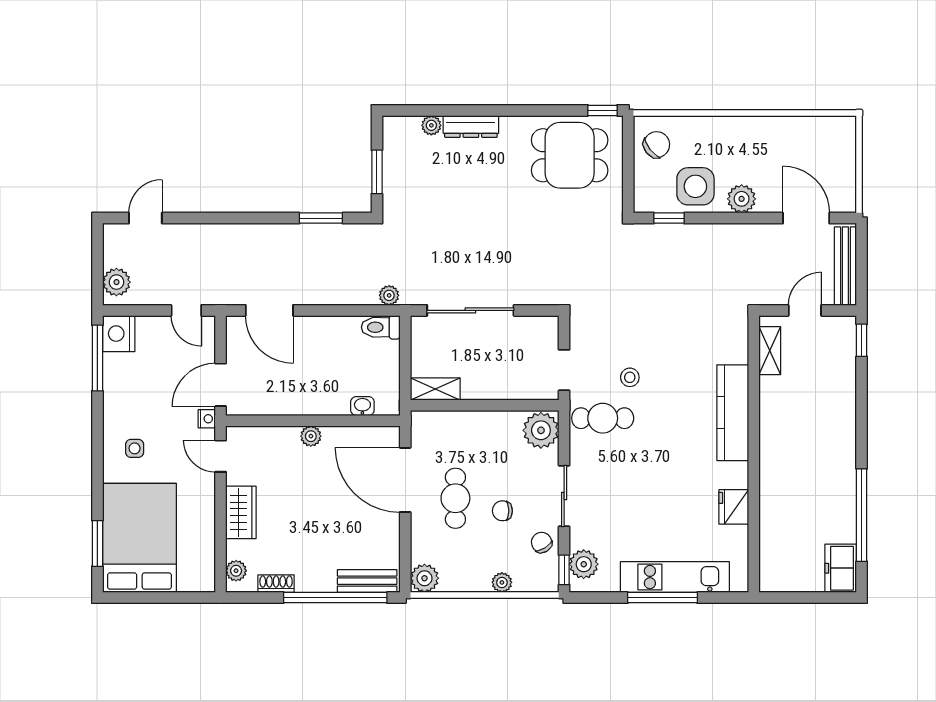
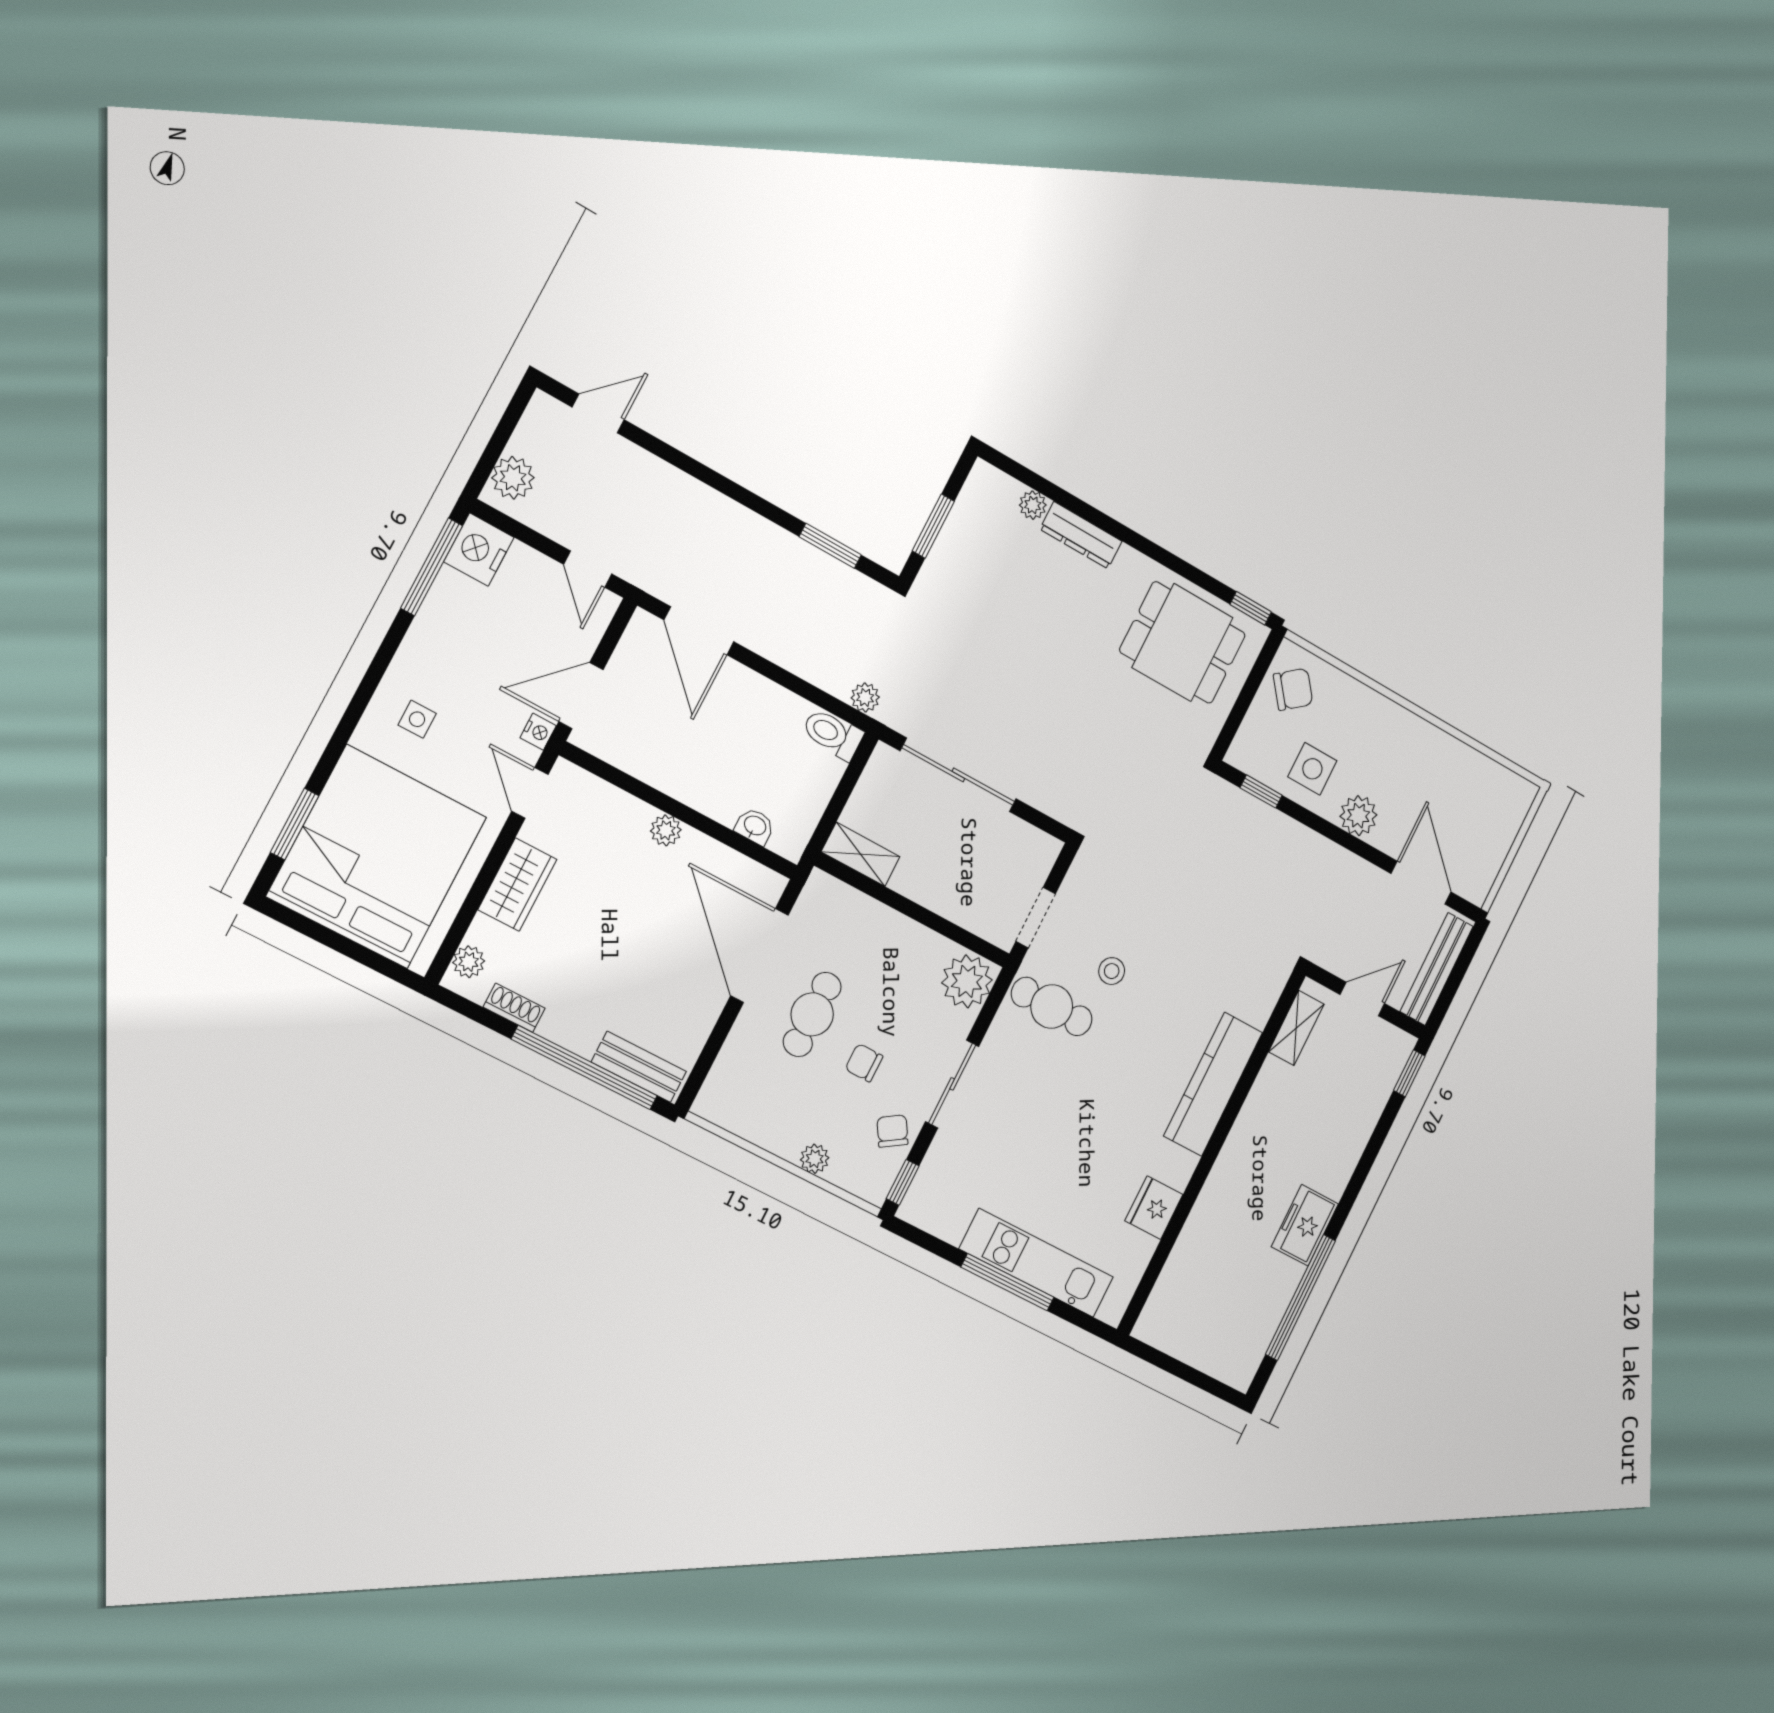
side table: (695, 186) -> (1312, 769), width x0.73, depth x0.73
bed: (139, 538) -> (377, 857), width x1.36
plant: (584, 564) -> (931, 1187), removed
freezer: (841, 568) -> (1305, 1225), moved
plant: (424, 578) -> (717, 1102), removed

